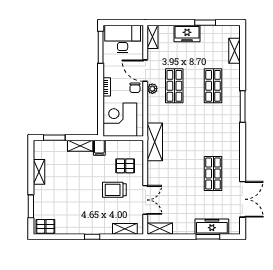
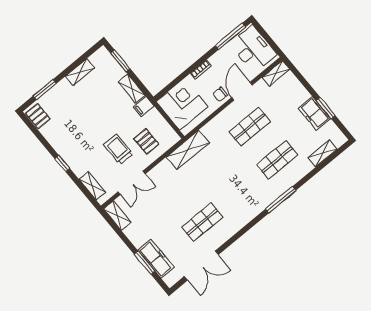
freezer: (187, 33) -> (314, 113), moved
plant: (152, 89) -> (232, 110), removed

